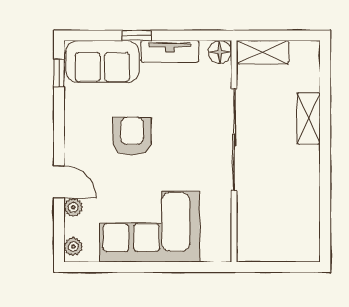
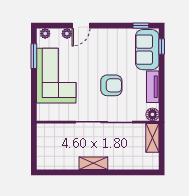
window: (137, 35) -> (162, 46), moved
shelving: (309, 118) -> (93, 163), moved
armchair: (132, 136) -> (111, 85), moved
window: (114, 267) -> (34, 56), added

